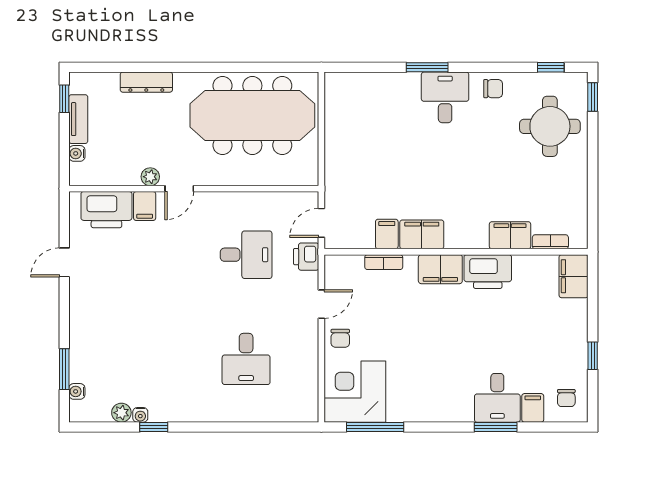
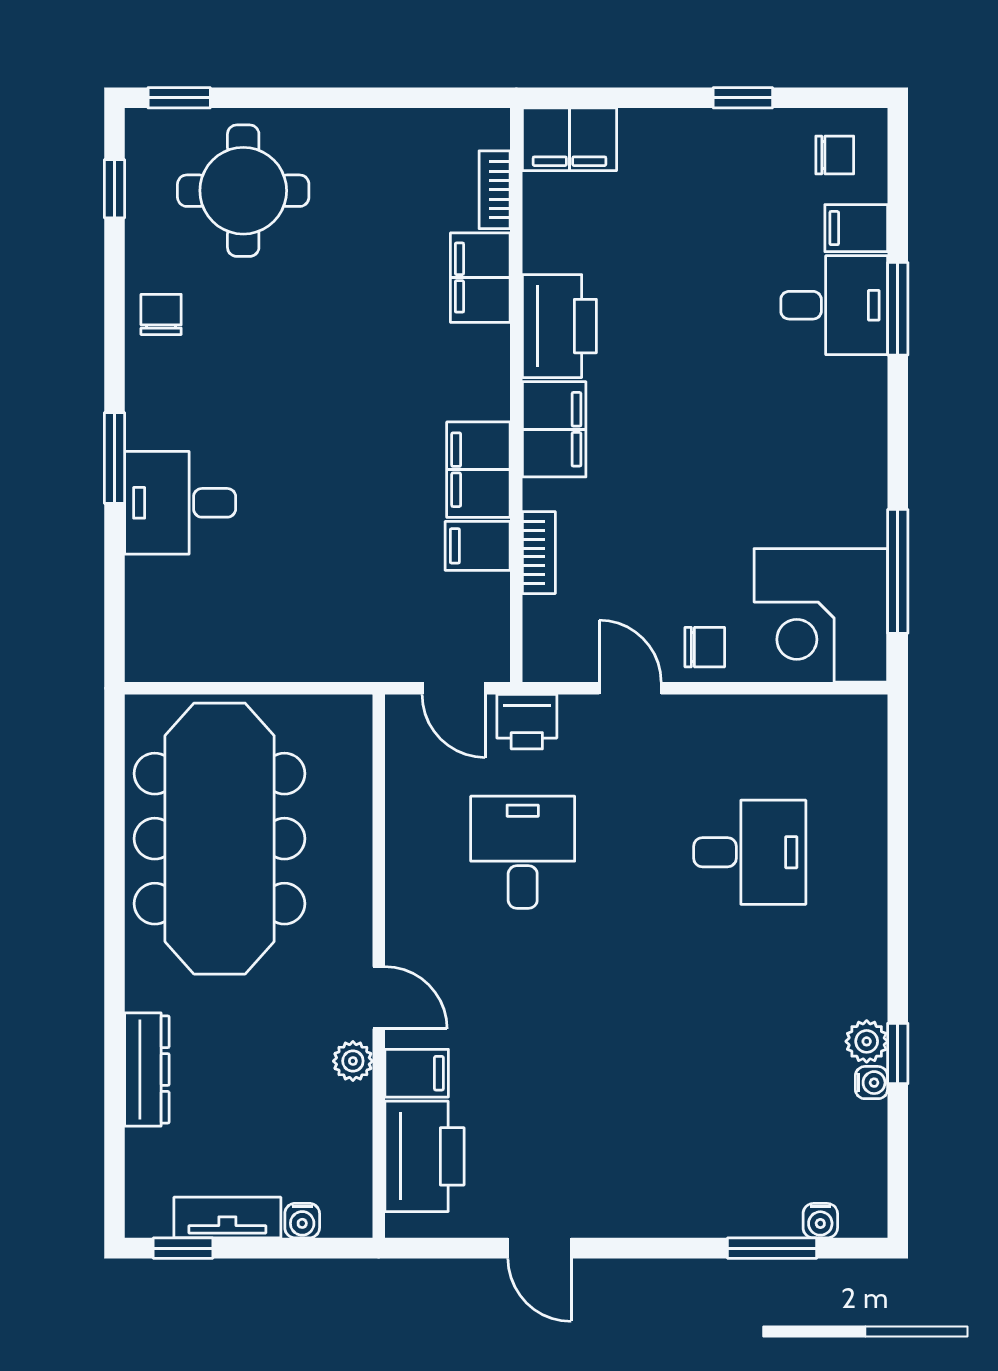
desk: (445, 97) -> (180, 503), moved
plant: (121, 413) -> (867, 1041), moved

